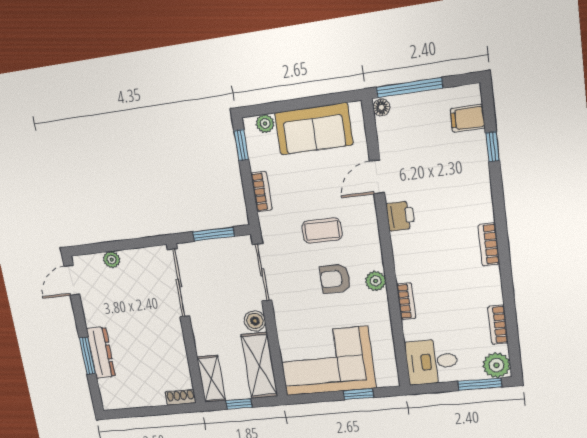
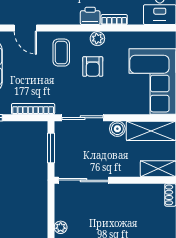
bookcase: (262, 192) -> (33, 109), width x1.56
printer: (400, 216) -> (90, 16), moved
coffee table: (322, 231) -> (61, 53), moved

